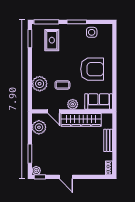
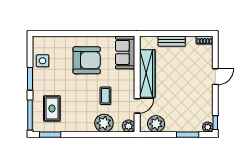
rug: (52, 40) -> (52, 108), turned 90
armchair: (92, 69) -> (87, 60), turned 90
plant: (73, 104) -> (129, 126), moved
door: (66, 177) -> (215, 77), moved

